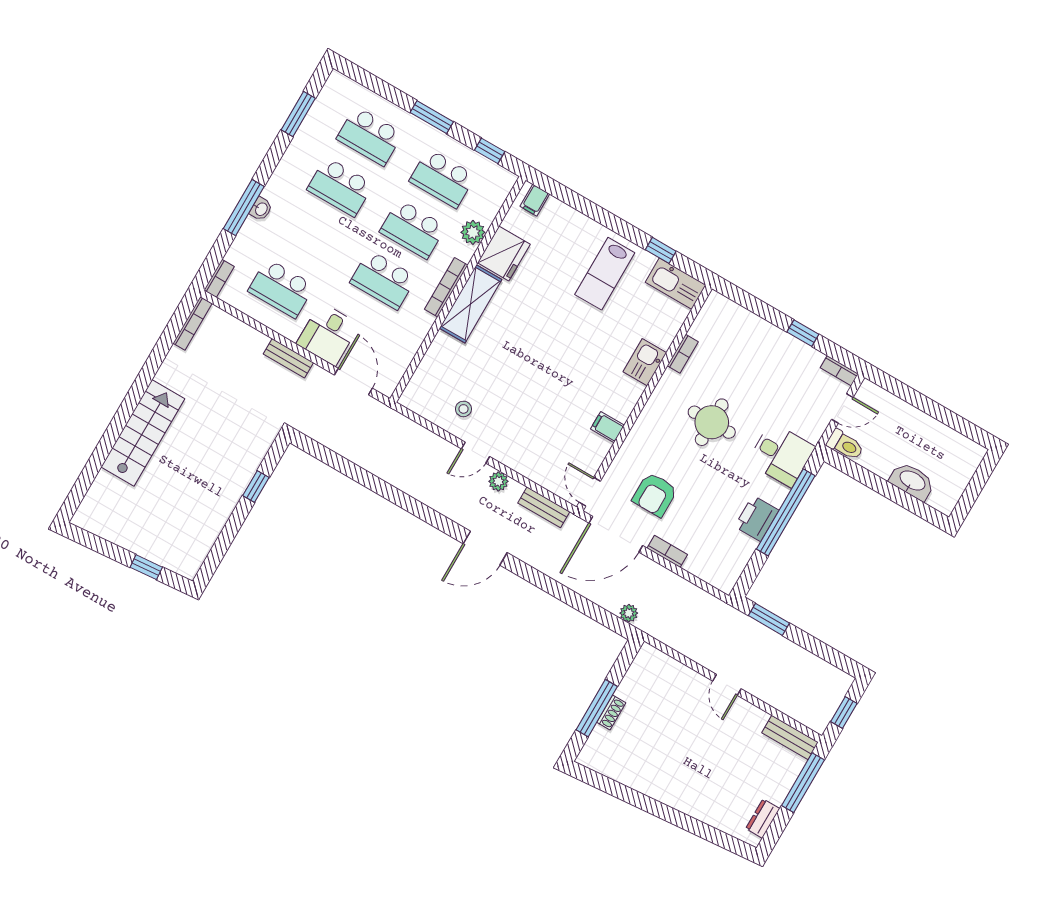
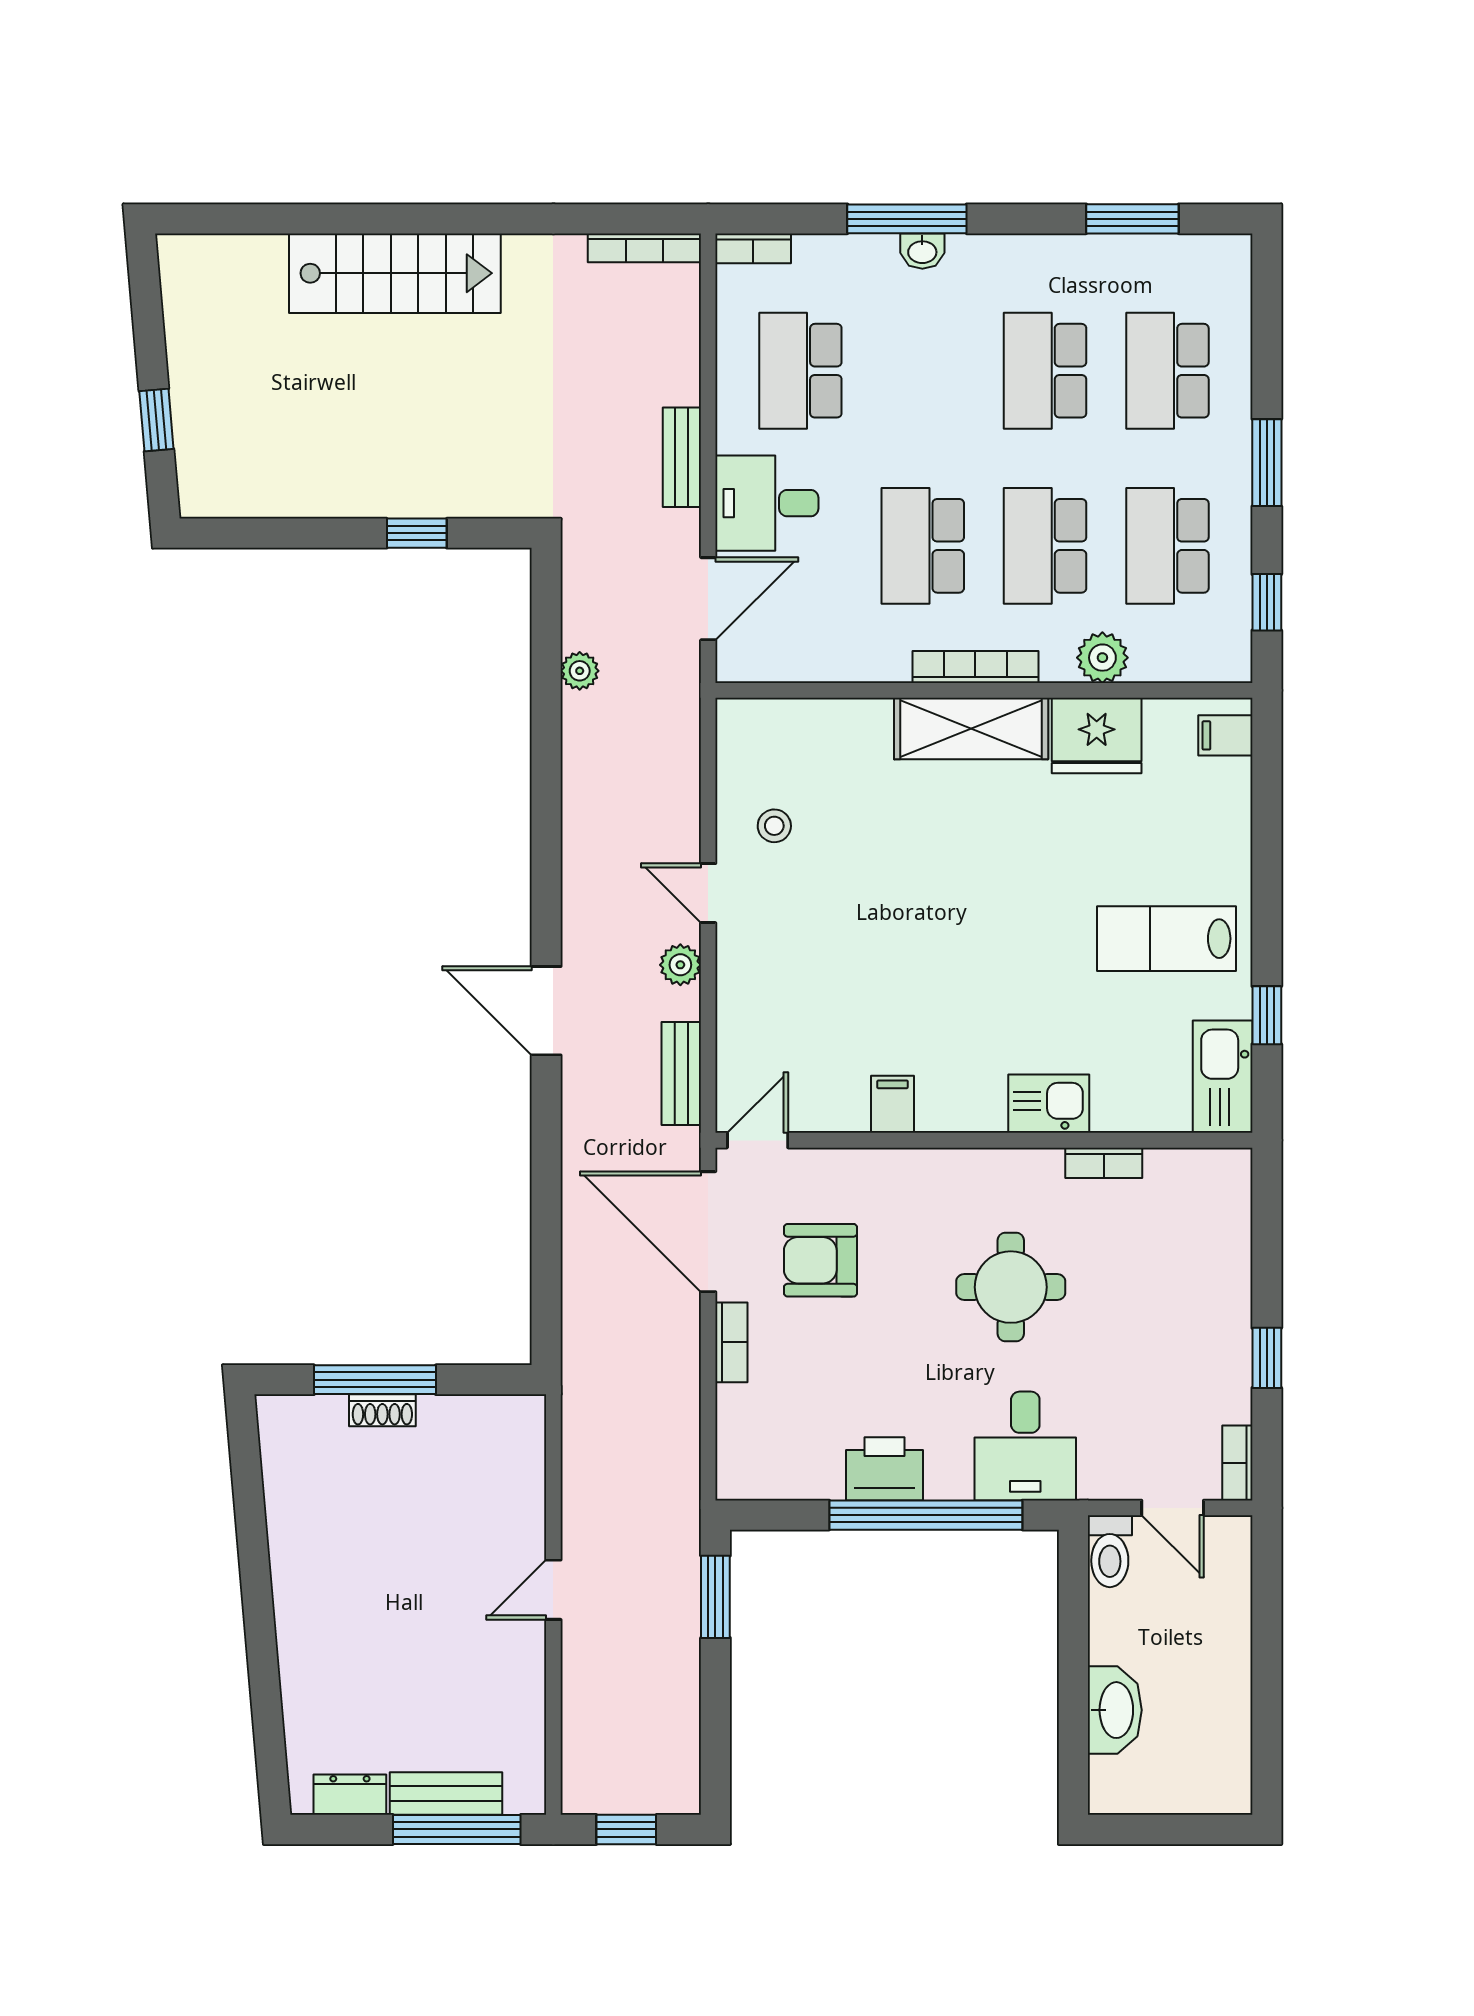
plant: (629, 613) -> (580, 671), moved
bench: (790, 738) -> (446, 1794), moved, turned 90

